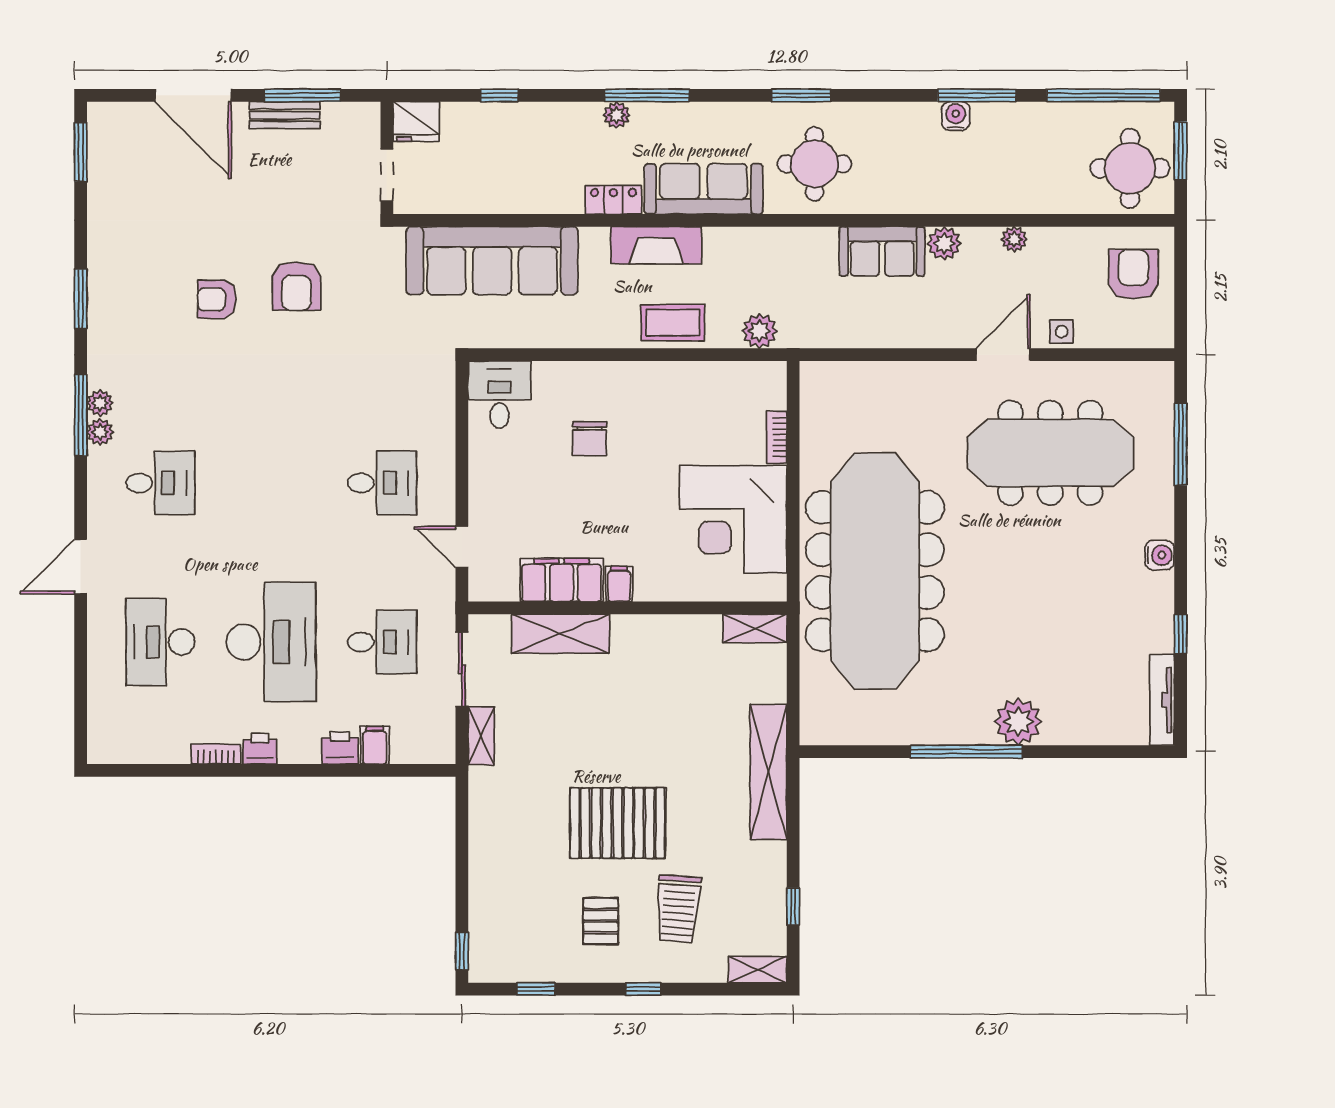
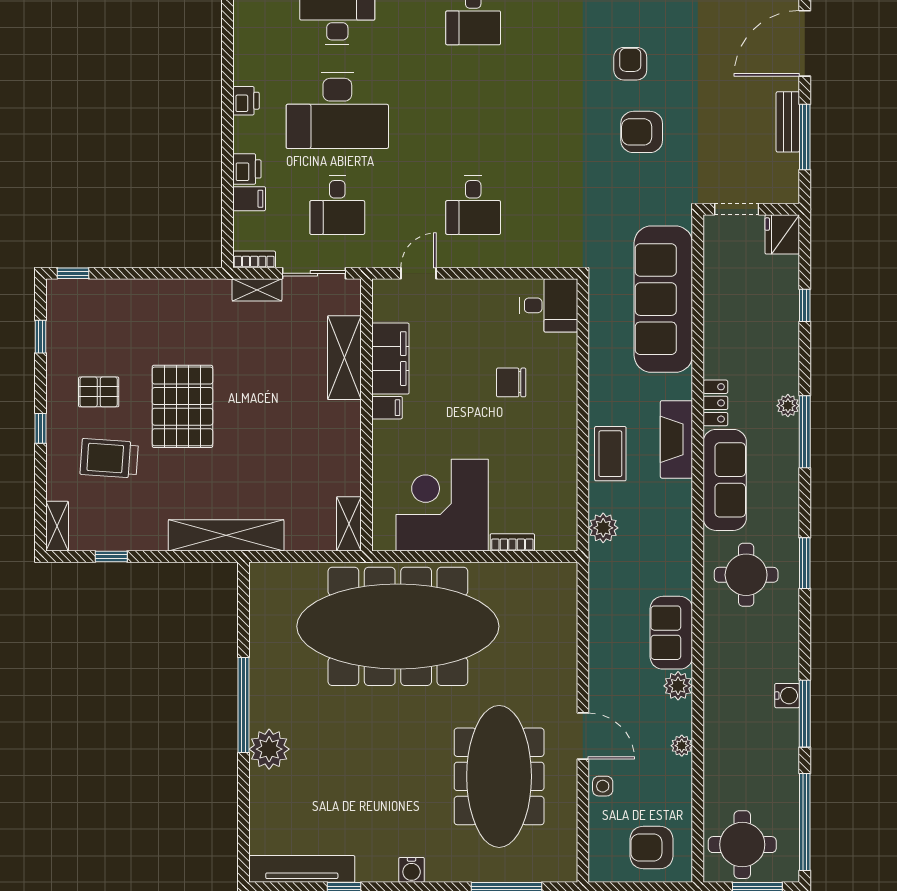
armchair: (1133, 274) -> (652, 847), turned 180
tv unit: (1162, 700) -> (302, 869), width x1.36, depth x1.29
bookcase: (216, 754) -> (254, 259), moved, turned -90

